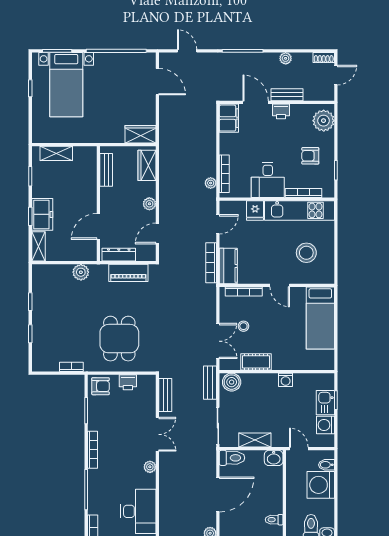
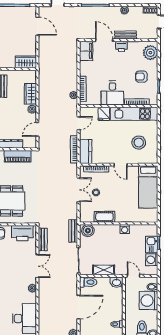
wardrobe: (147, 165) -> (30, 94), moved
double door: (218, 341) -> (78, 190), moved
printer: (128, 382) -> (22, 233), width x1.87, depth x1.48

